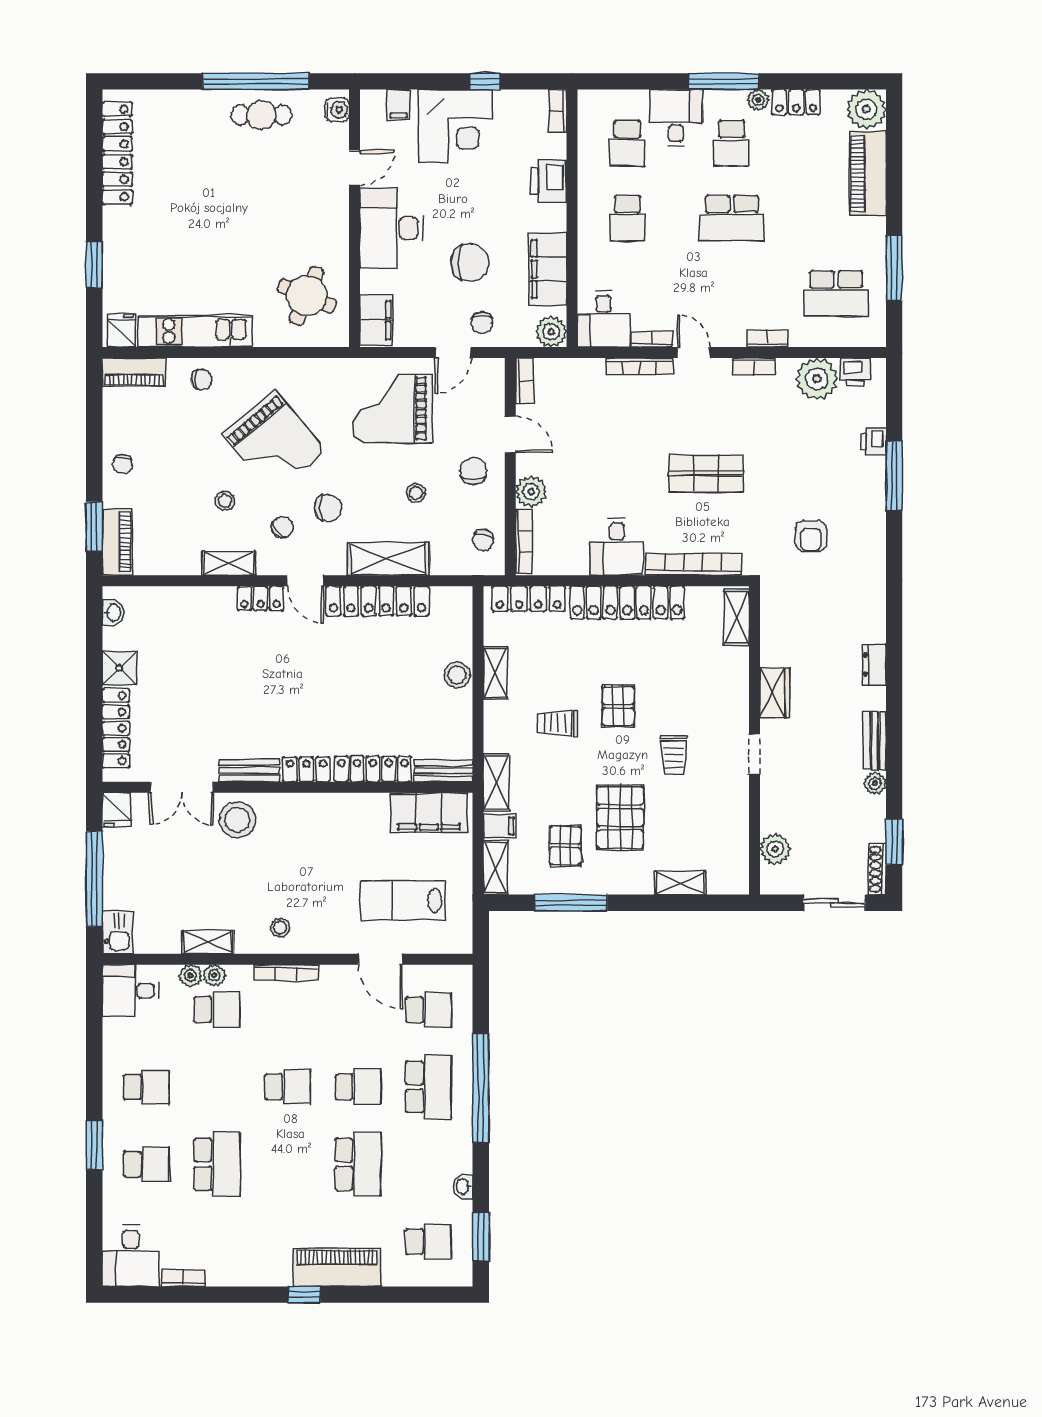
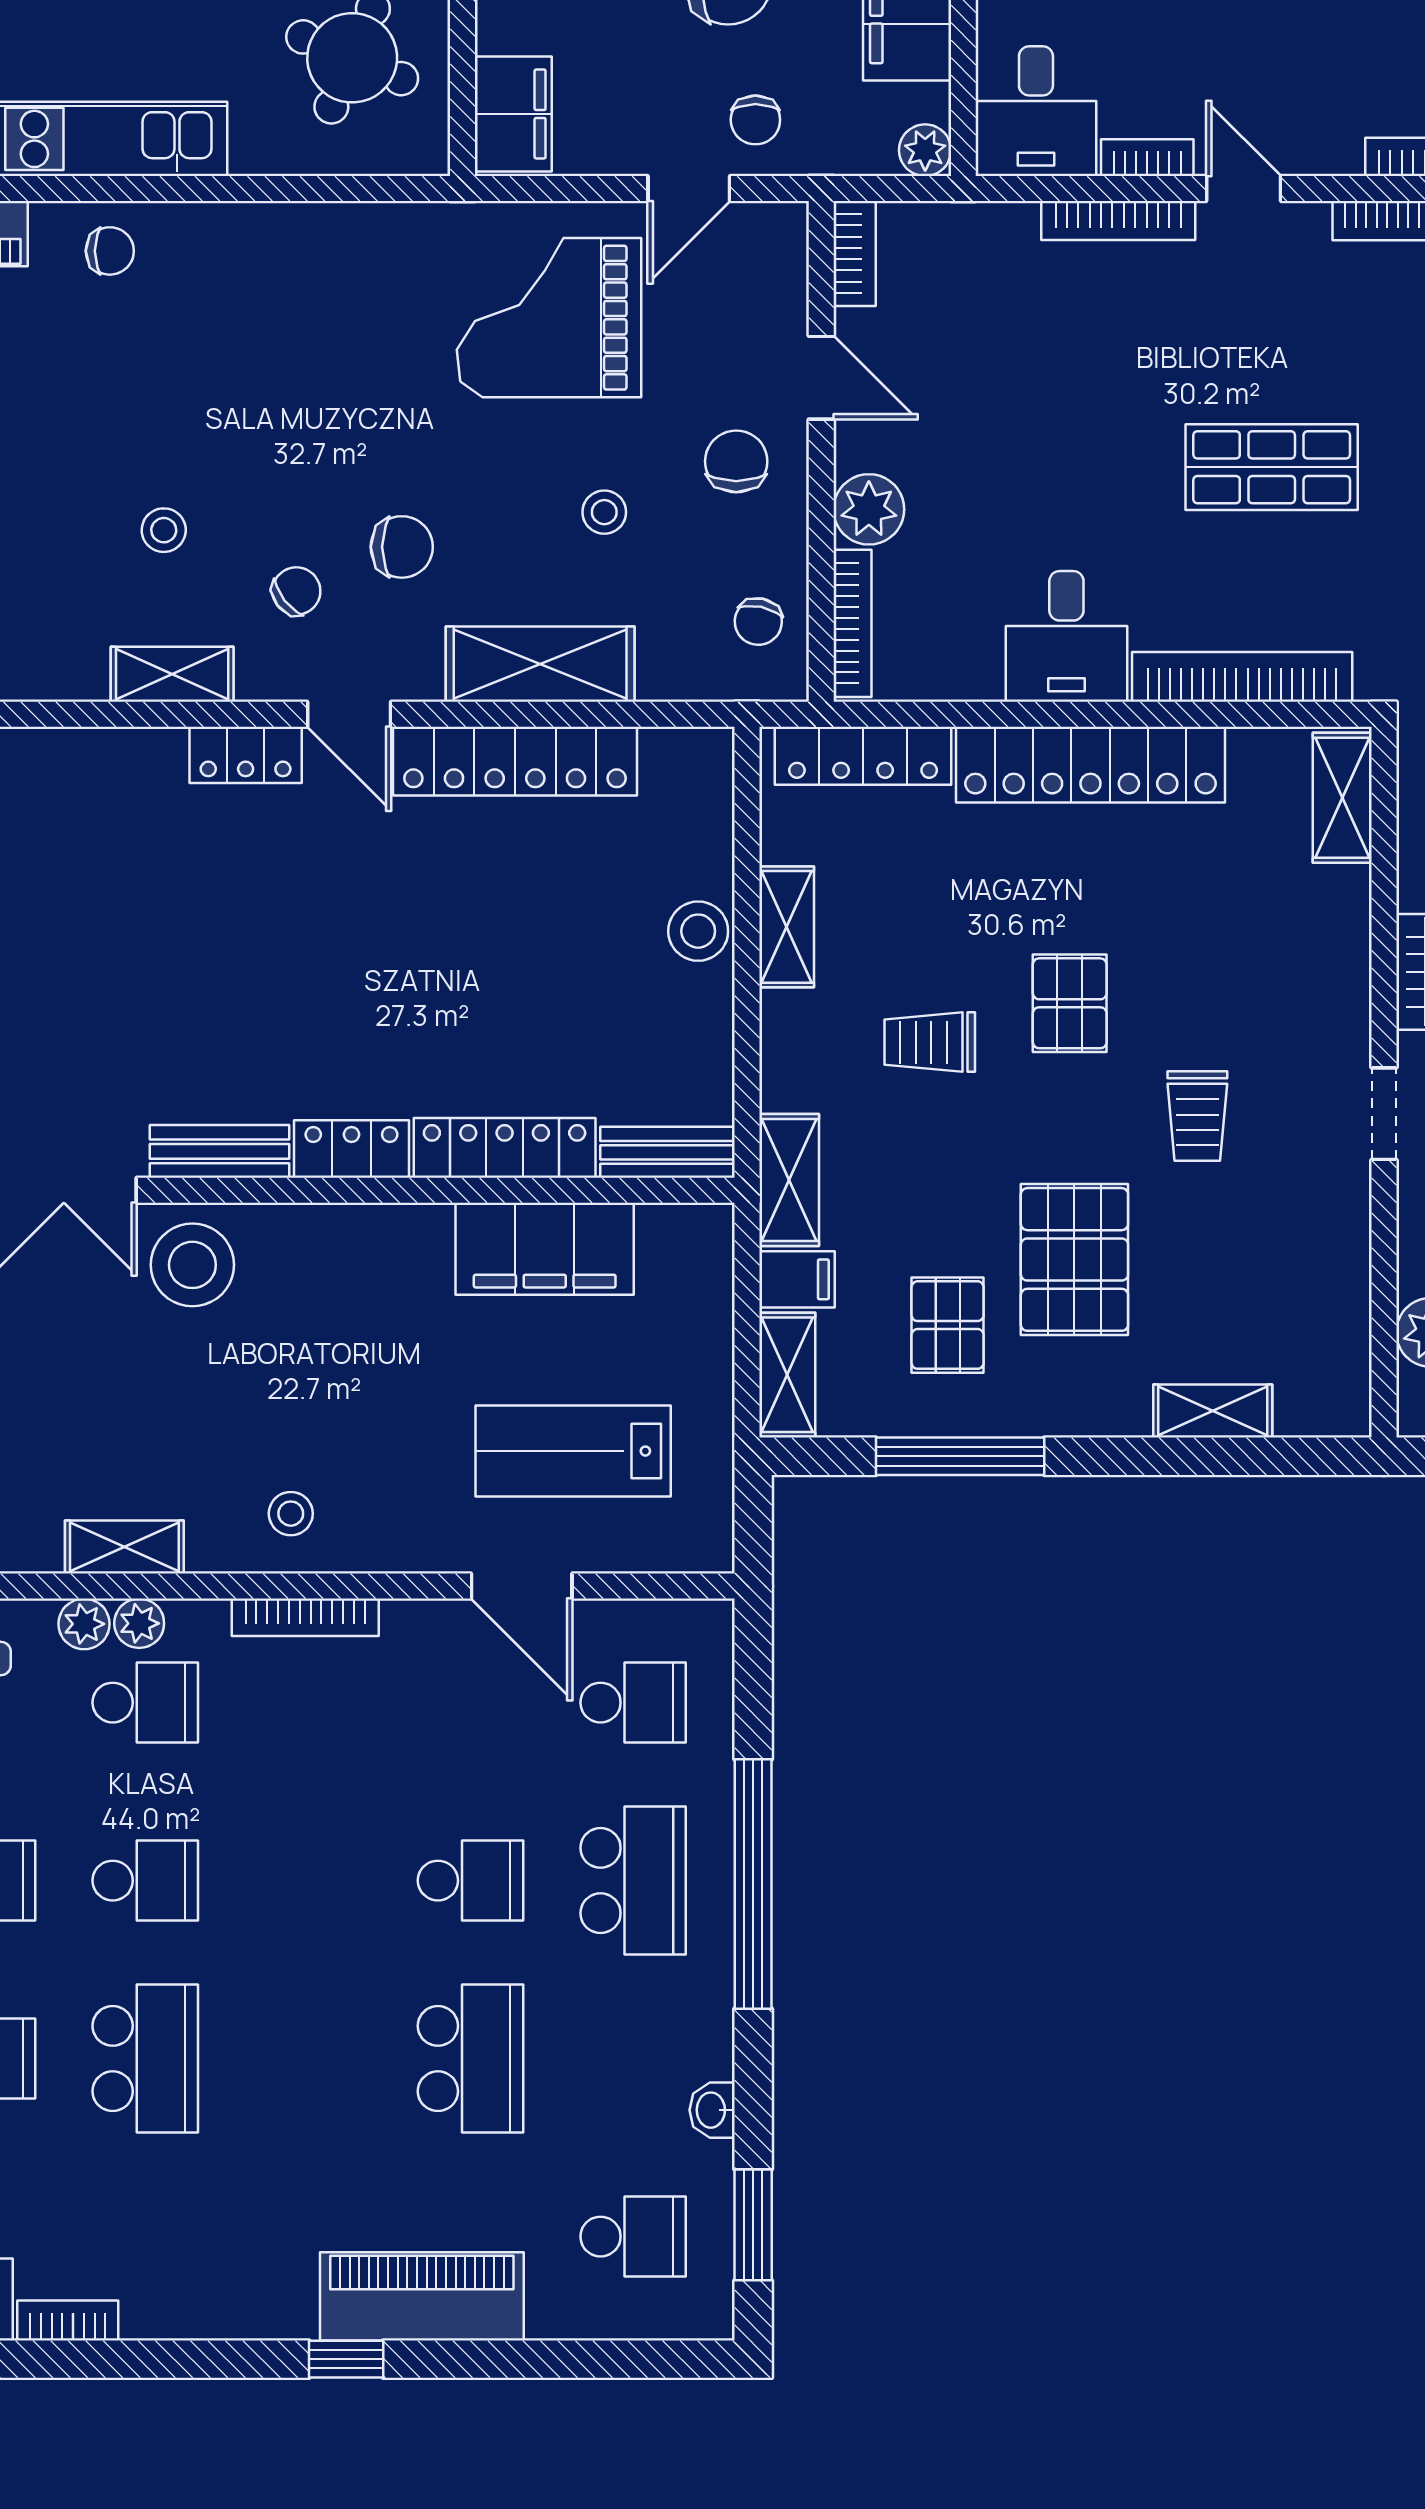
plant: (551, 332) -> (925, 150), width x0.73, depth x0.73
grand piano: (274, 443) -> (277, 397), removed
filing cabinet: (429, 813) -> (545, 1249), moved
school desk: (287, 1087) -> (145, 1881), moved

